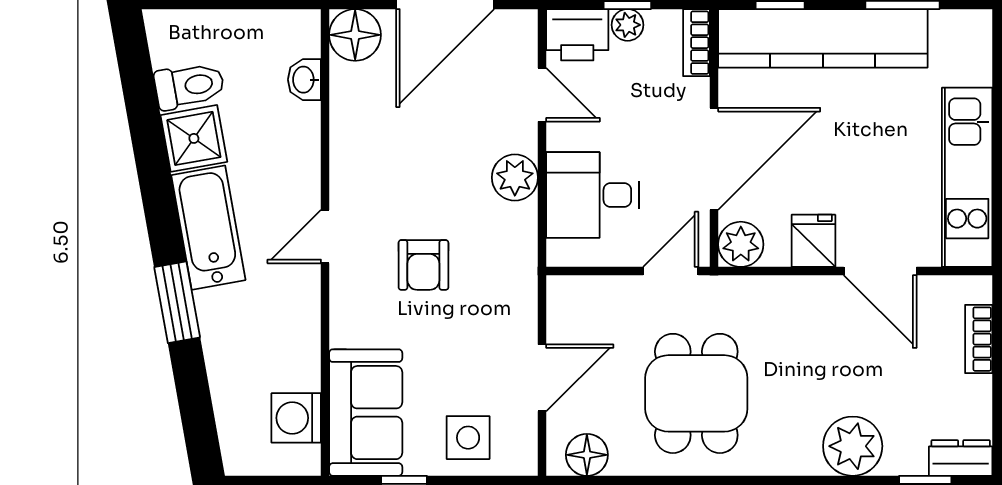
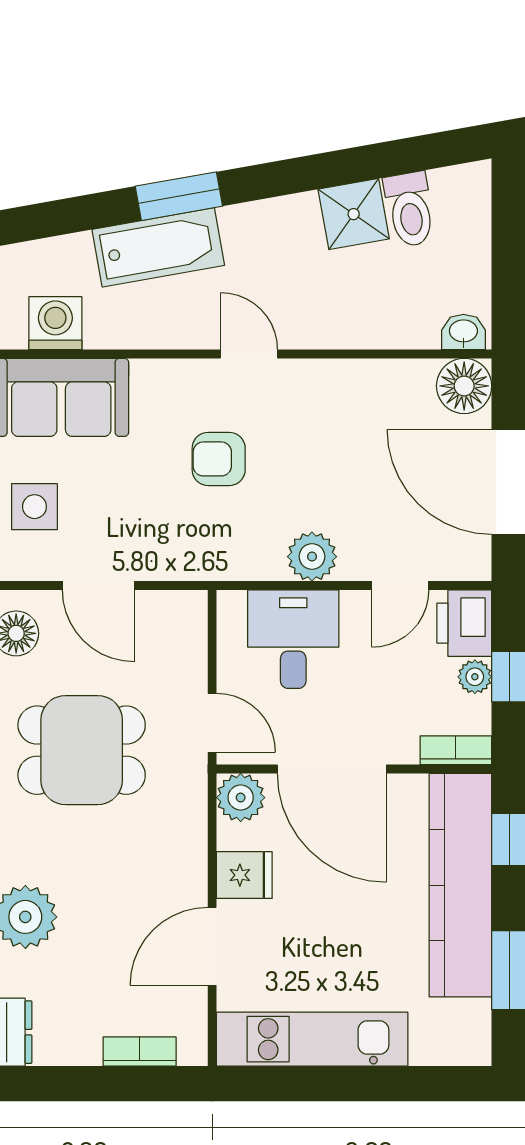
washbasin: (304, 80) -> (463, 332), moved
bathtub: (208, 228) -> (158, 247), moved

